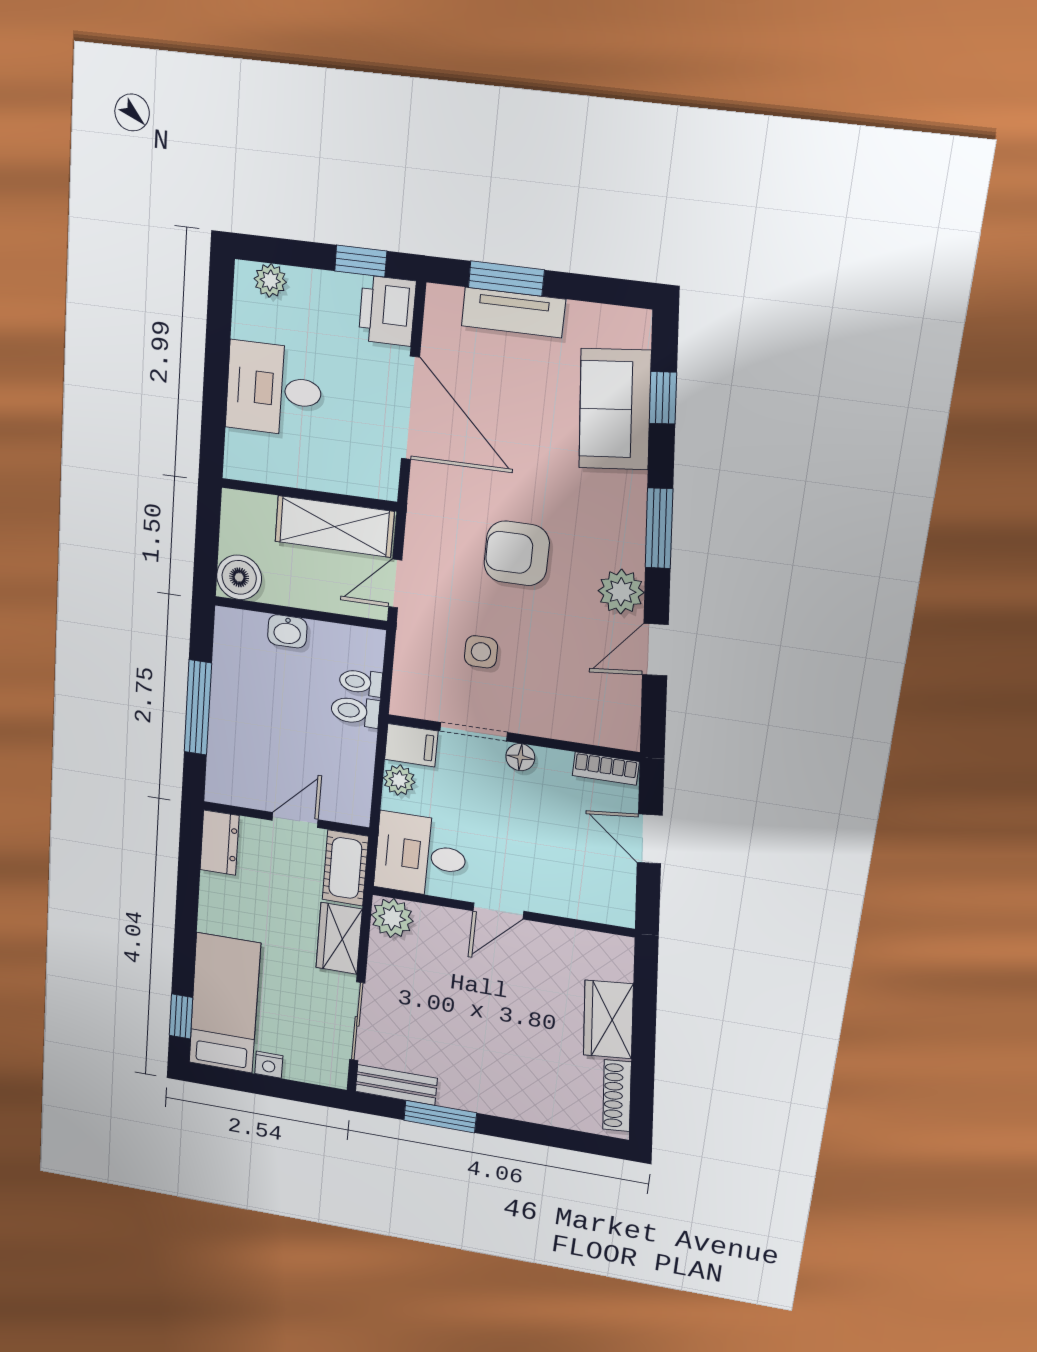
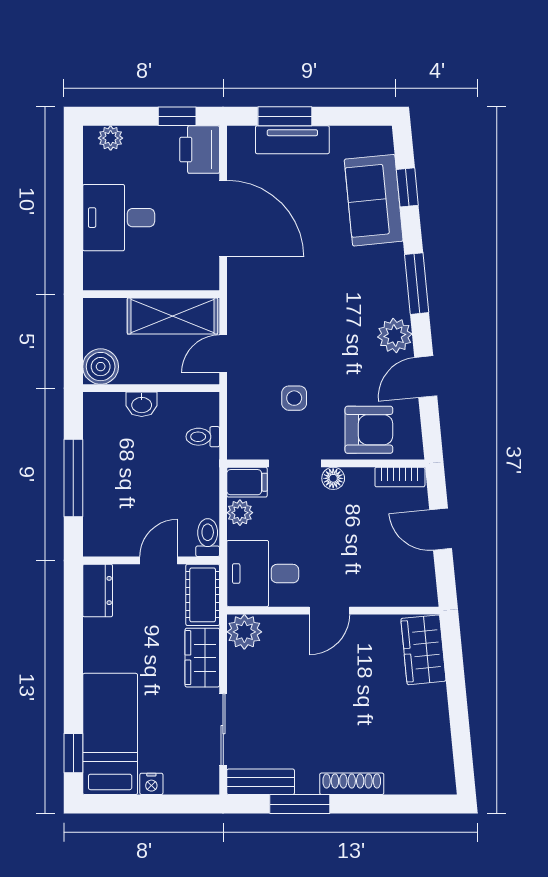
armchair: (517, 553) -> (369, 430), moved, turned 180
toilet: (355, 711) -> (208, 538), moved, turned 90
wardrobe: (608, 1020) -> (423, 650), moved
shoe rack: (617, 1096) -> (352, 784), moved, turned 96

